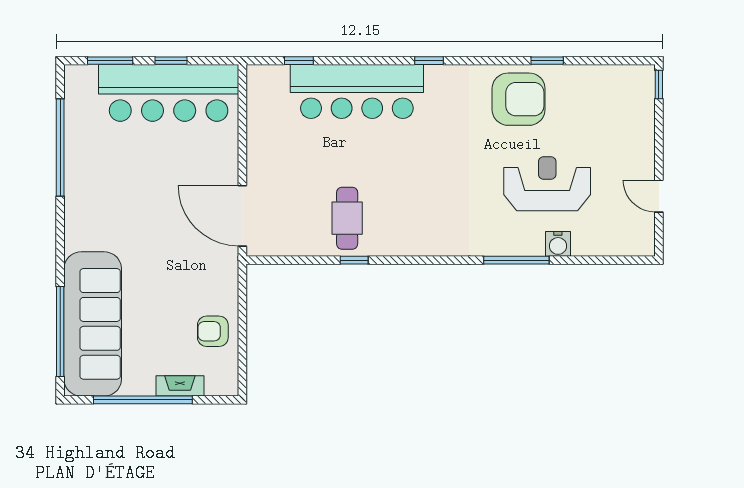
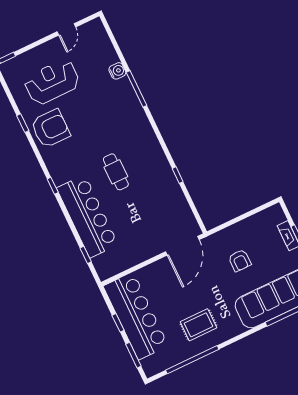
armchair: (519, 99) -> (50, 129), turned 90
rug: (109, 183) -> (198, 325), added
reception desk: (547, 184) -> (52, 82), moved, turned 90
cafe table: (347, 218) -> (116, 172), moved, turned 90
armchair: (213, 331) -> (240, 260), moved

